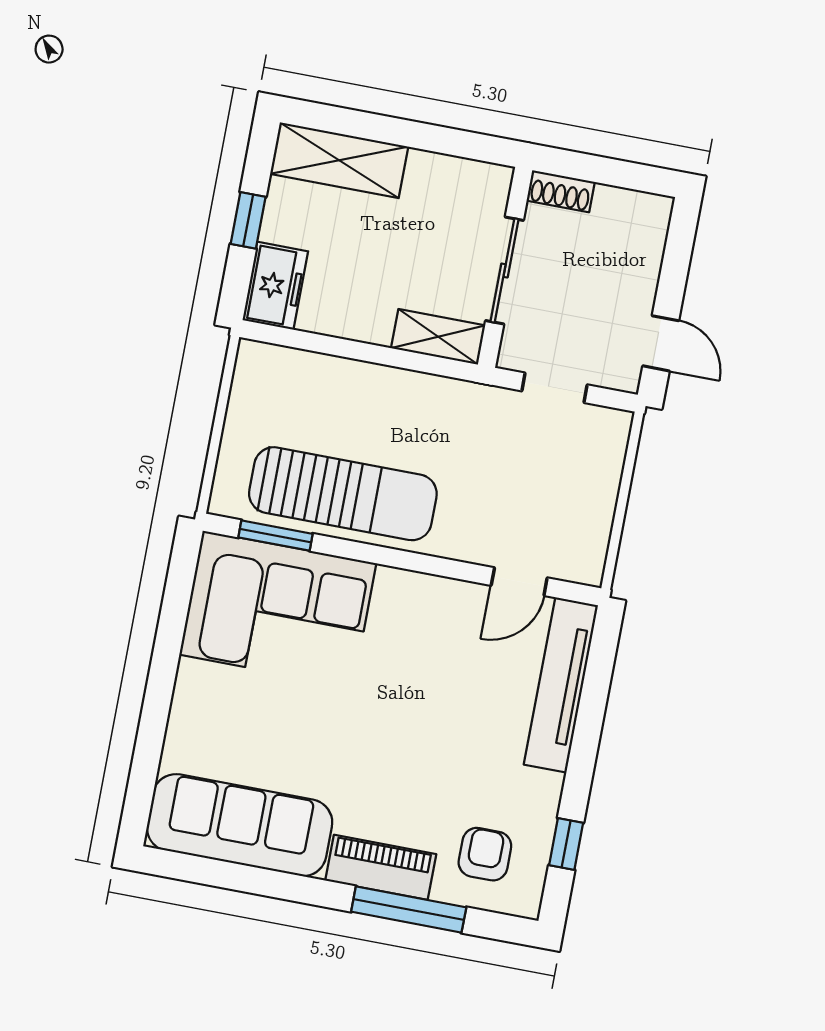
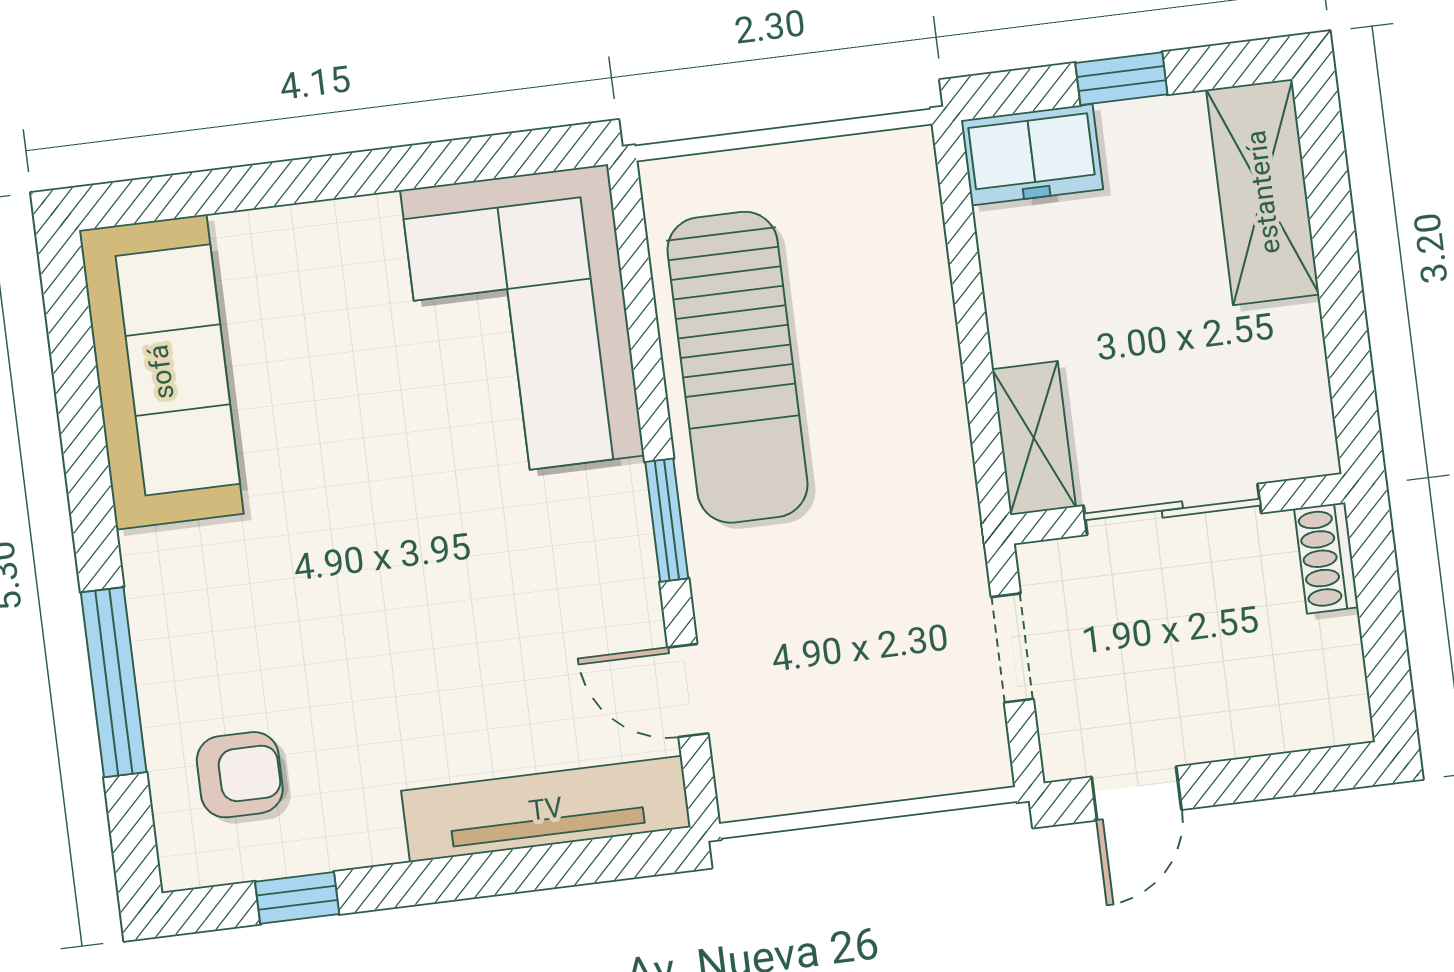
window: (275, 536) -> (667, 520), moved
piano: (381, 867) -> (166, 617), removed

